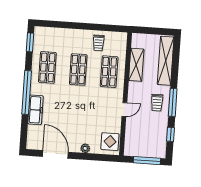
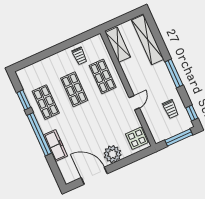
window: (30, 42) -> (24, 100), moved
shelving: (136, 65) -> (118, 45), moved
trolley: (157, 103) -> (171, 109), moved
window: (171, 134) -> (192, 113), moved
plant: (85, 148) -> (113, 154), width x1.87, depth x1.87

